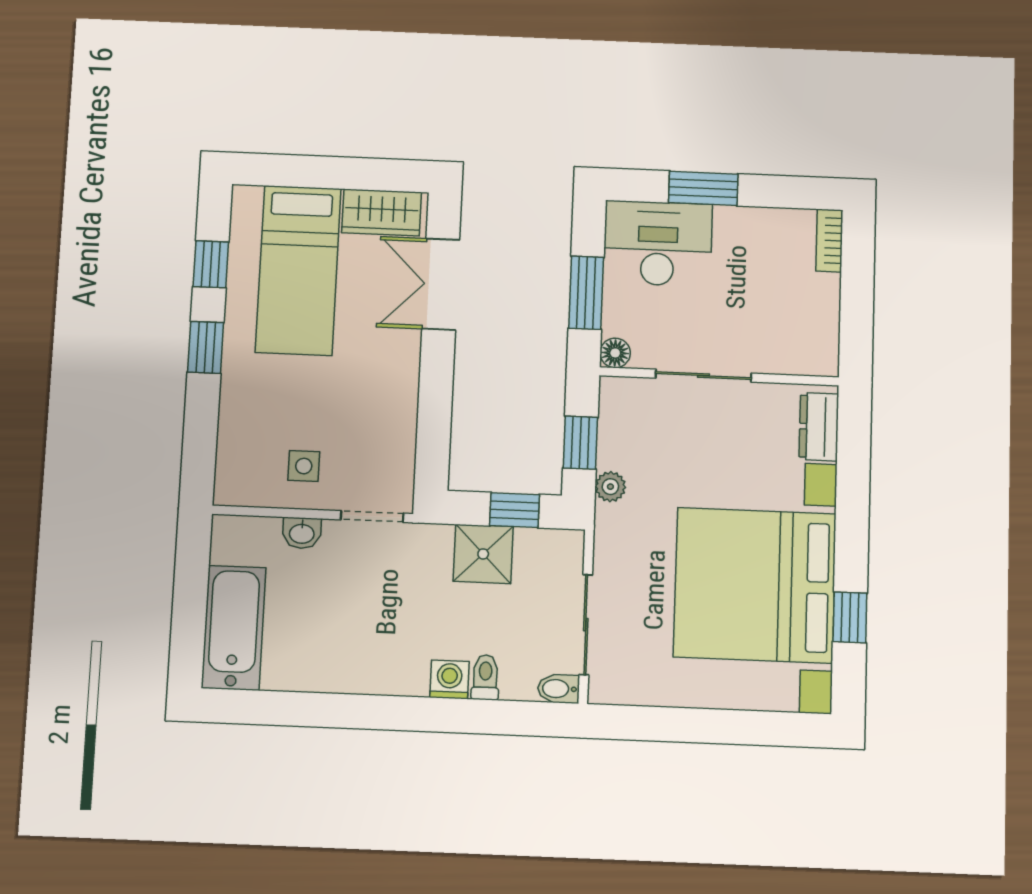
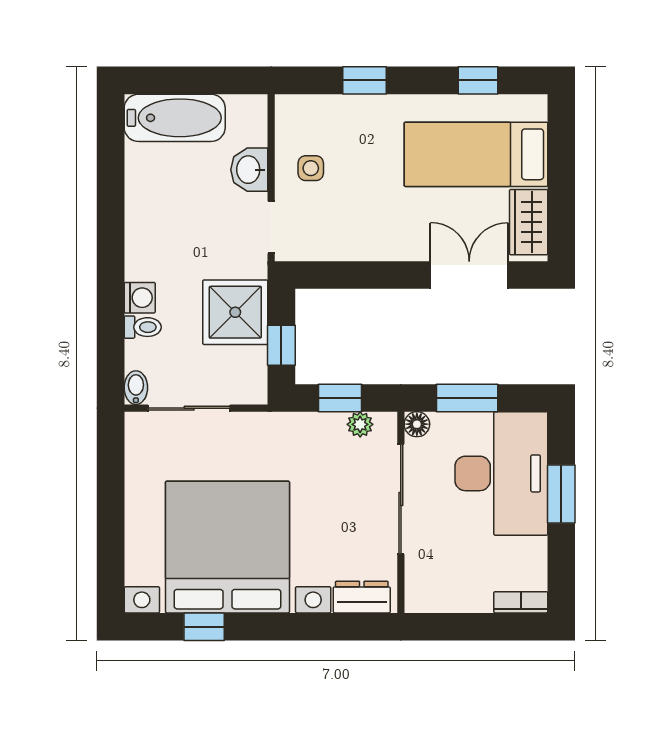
desk: (658, 243) -> (501, 473), width x1.36, depth x1.30
window: (206, 347) -> (365, 80), moved
sliding door: (703, 376) -> (401, 499), width x1.37
plant: (610, 487) -> (360, 424), moved
washbasin: (302, 533) -> (249, 170), width x1.38, depth x1.45
shower: (483, 554) -> (235, 312), width x1.36, depth x1.36

